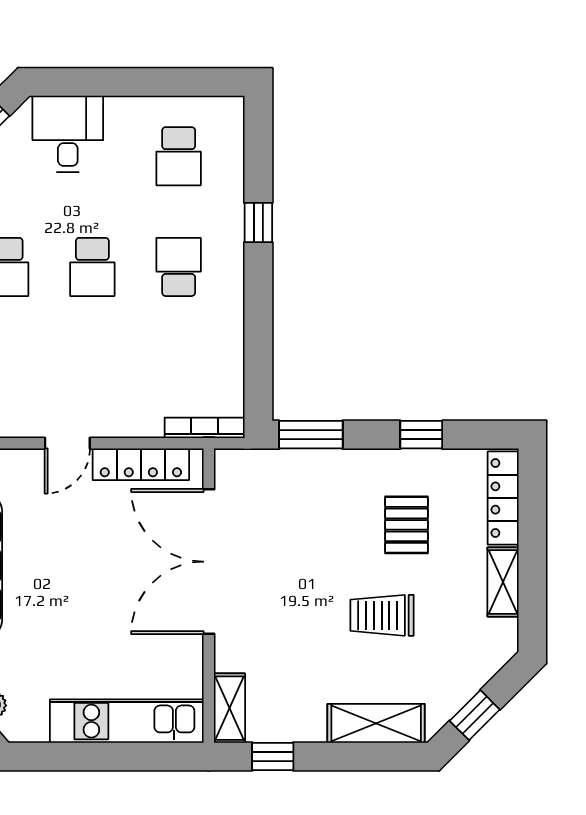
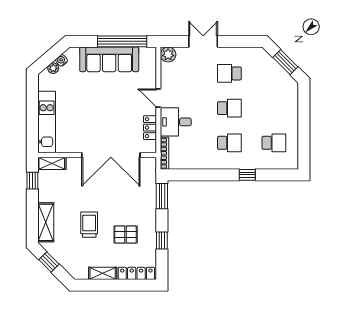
desk: (68, 134) -> (176, 122), moved, turned 180
school desk: (179, 156) -> (274, 143), turned 180
school desk: (92, 267) -> (229, 108), turned 180
locker: (141, 464) -> (150, 128), width x0.66
double door: (209, 562) -> (111, 155), swing flipped

